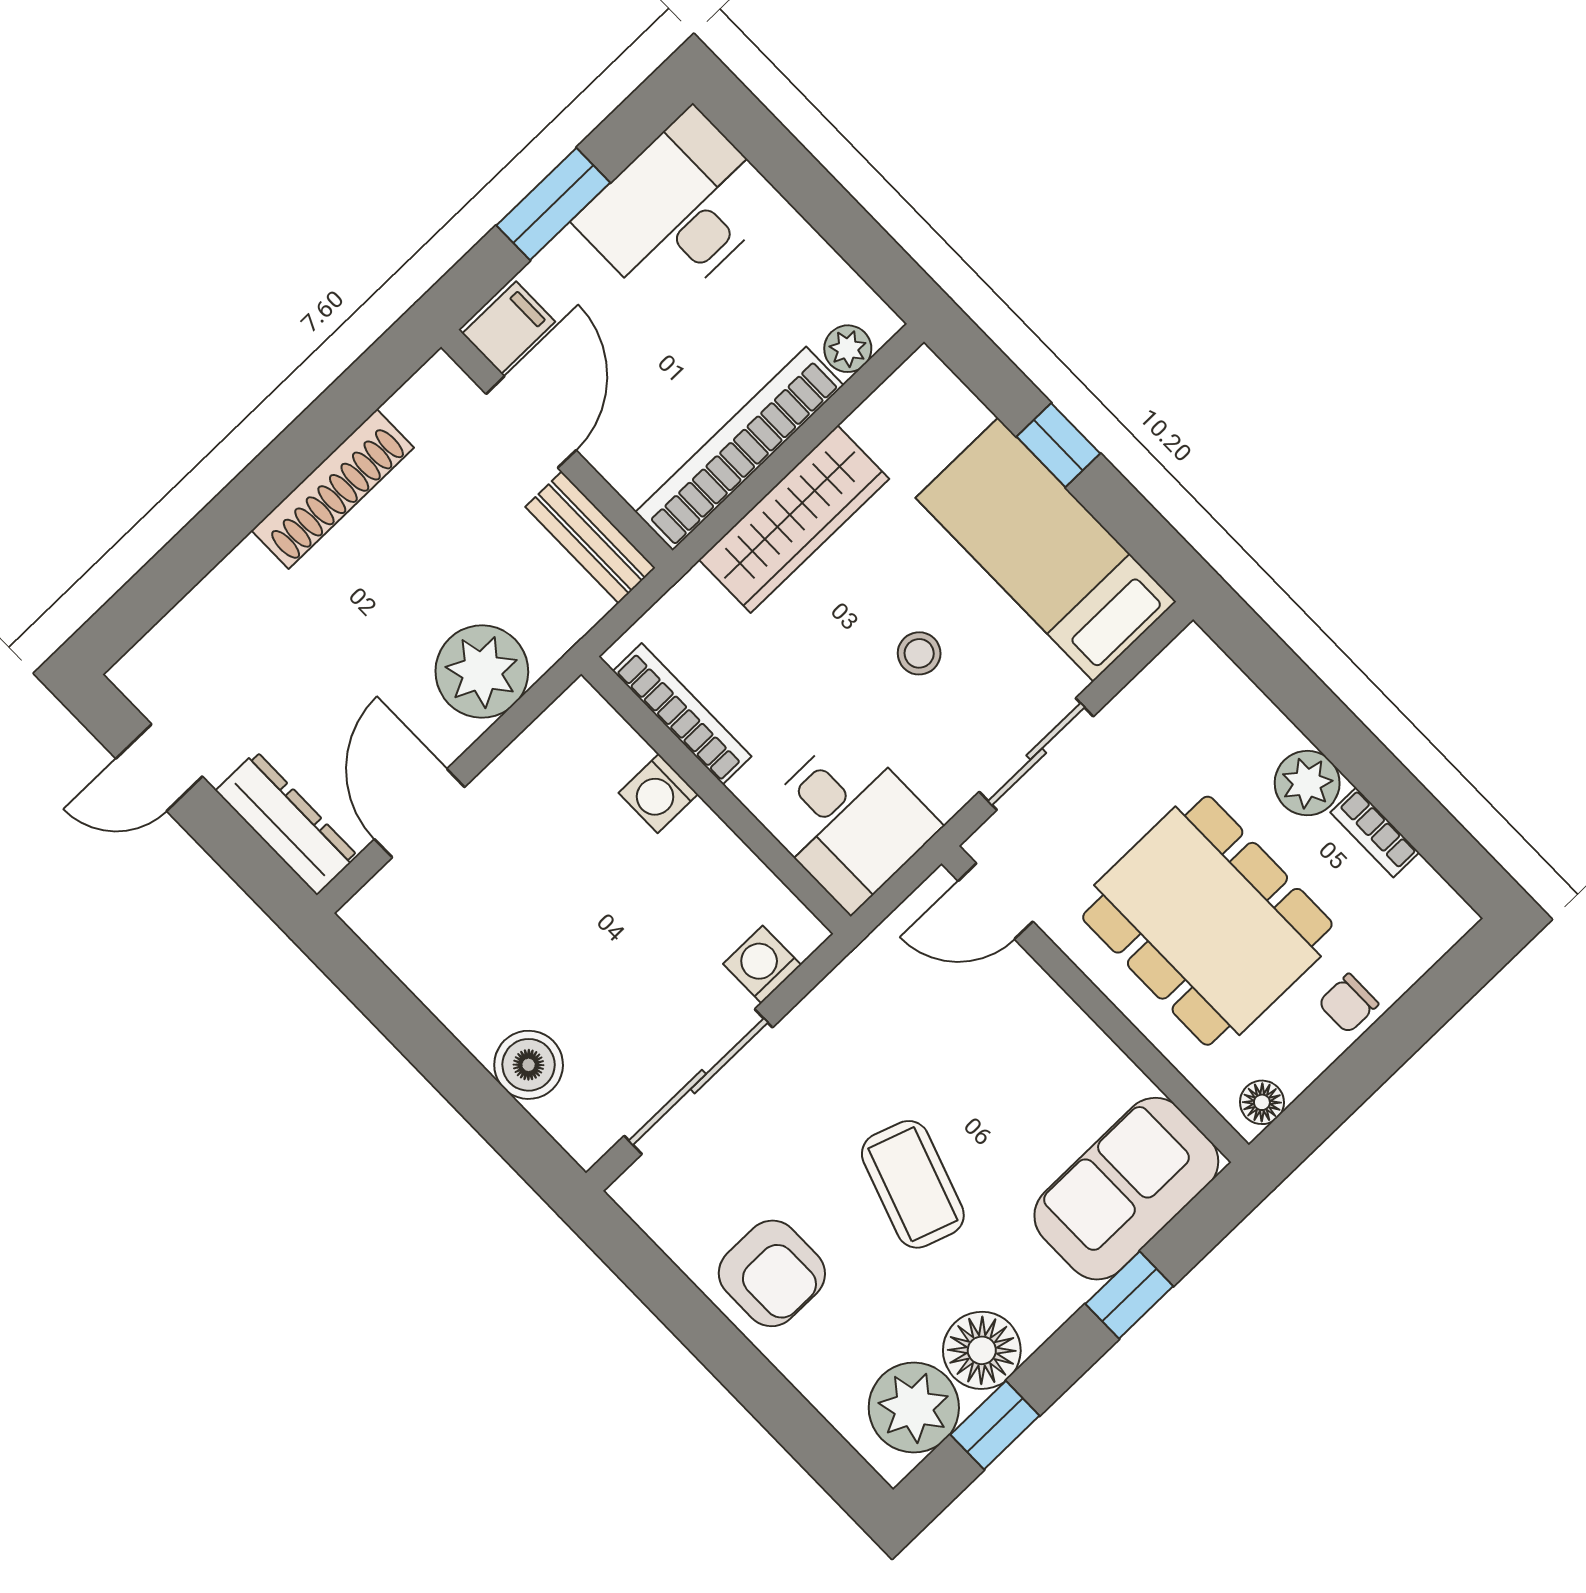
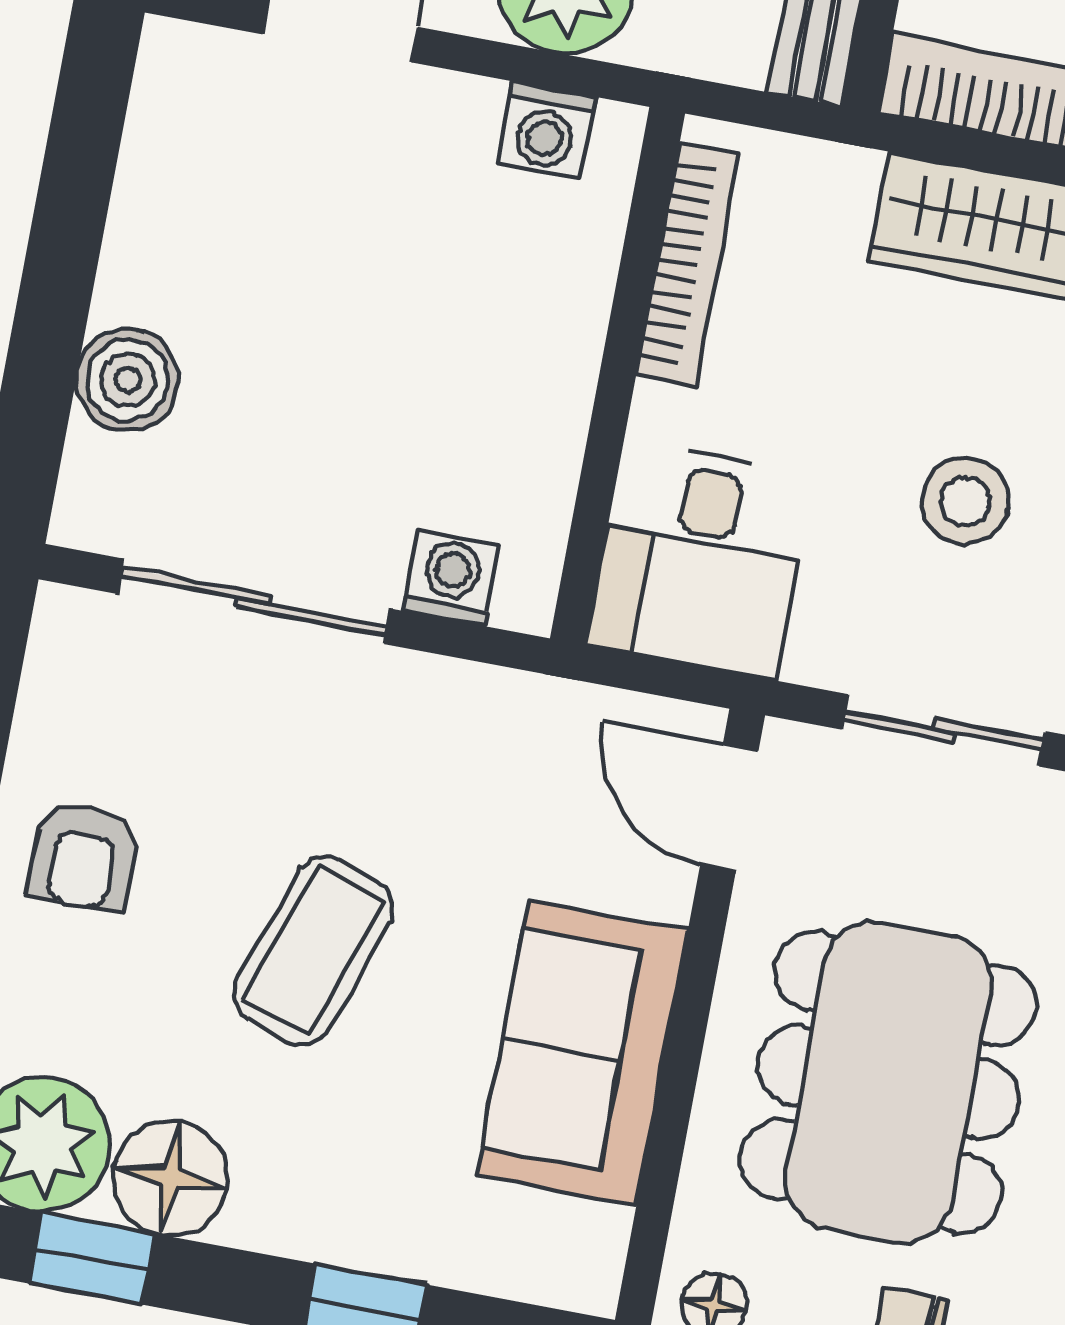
stool: (919, 653) -> (965, 501), width x1.37, depth x1.37
washing machine: (658, 794) -> (546, 130), moved, turned -90
sofa: (1126, 1189) -> (583, 1053), moved, turned -90
armchair: (772, 1273) -> (84, 856), width x0.72, depth x0.72

